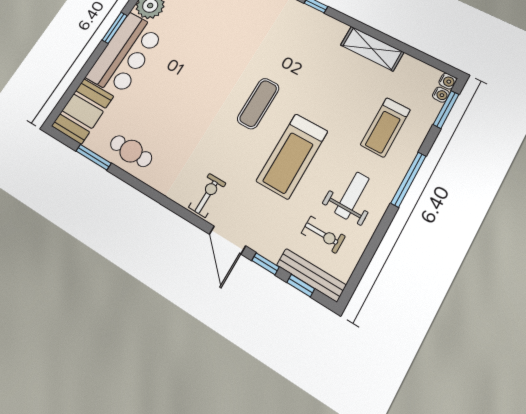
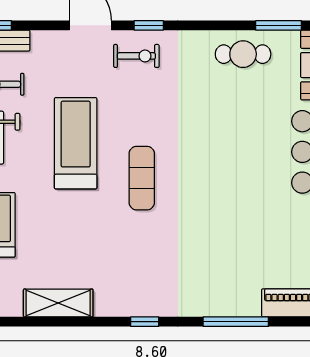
exercise bike: (207, 195) -> (136, 56), turned -90
window: (266, 264) -> (149, 25), moved

